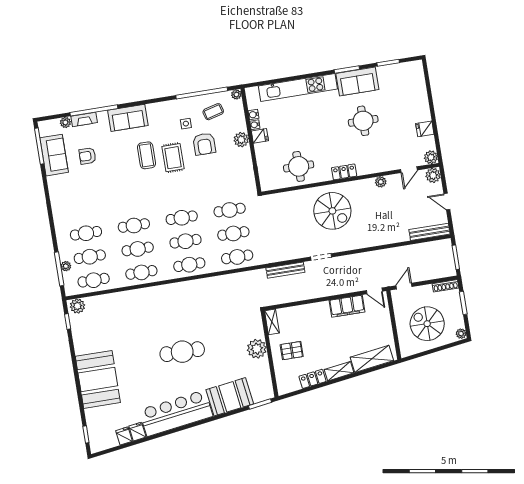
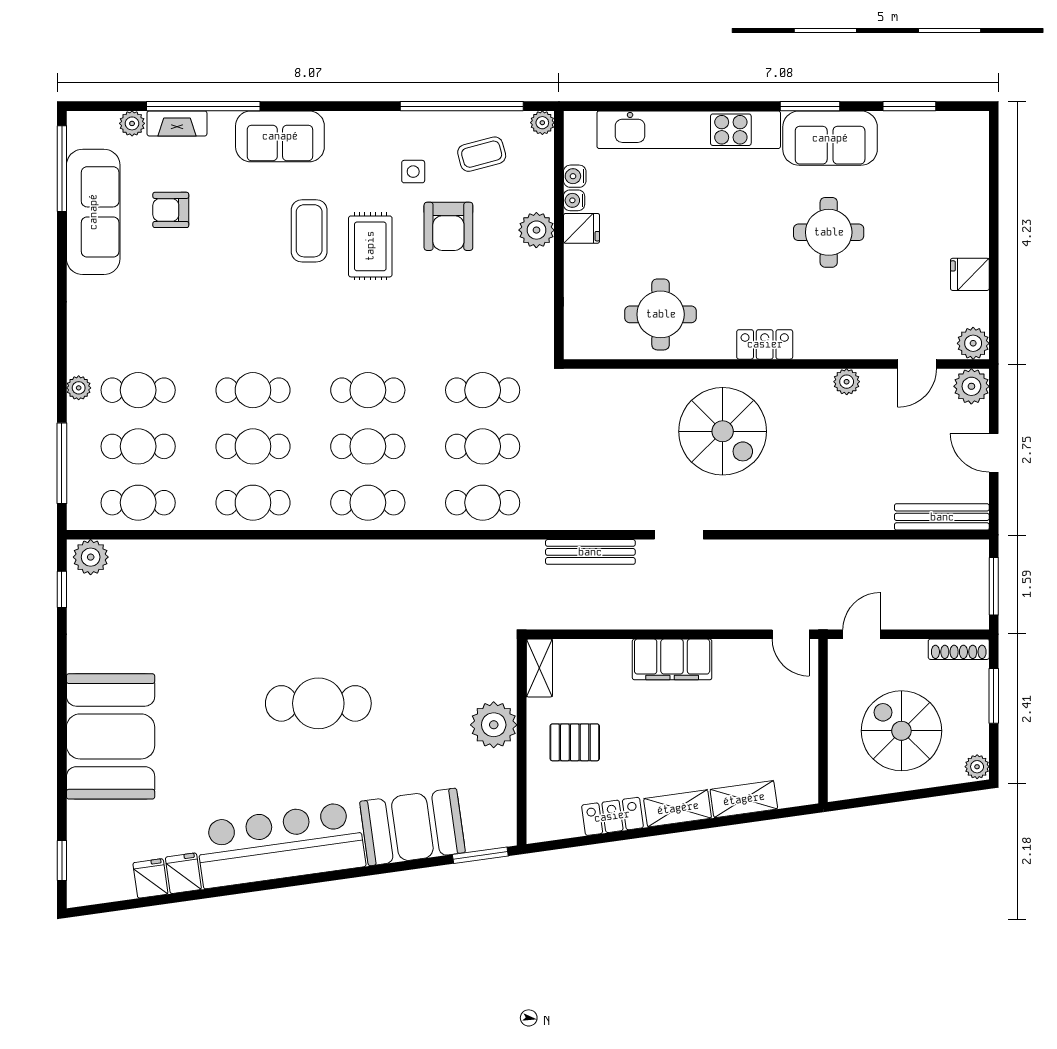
sofa: (54, 155) -> (93, 212), width x1.36
plant: (66, 266) -> (79, 388), moved
filing cabinet: (347, 306) -> (672, 659), moved
shelving: (372, 359) -> (744, 799), width x0.67, depth x0.75

